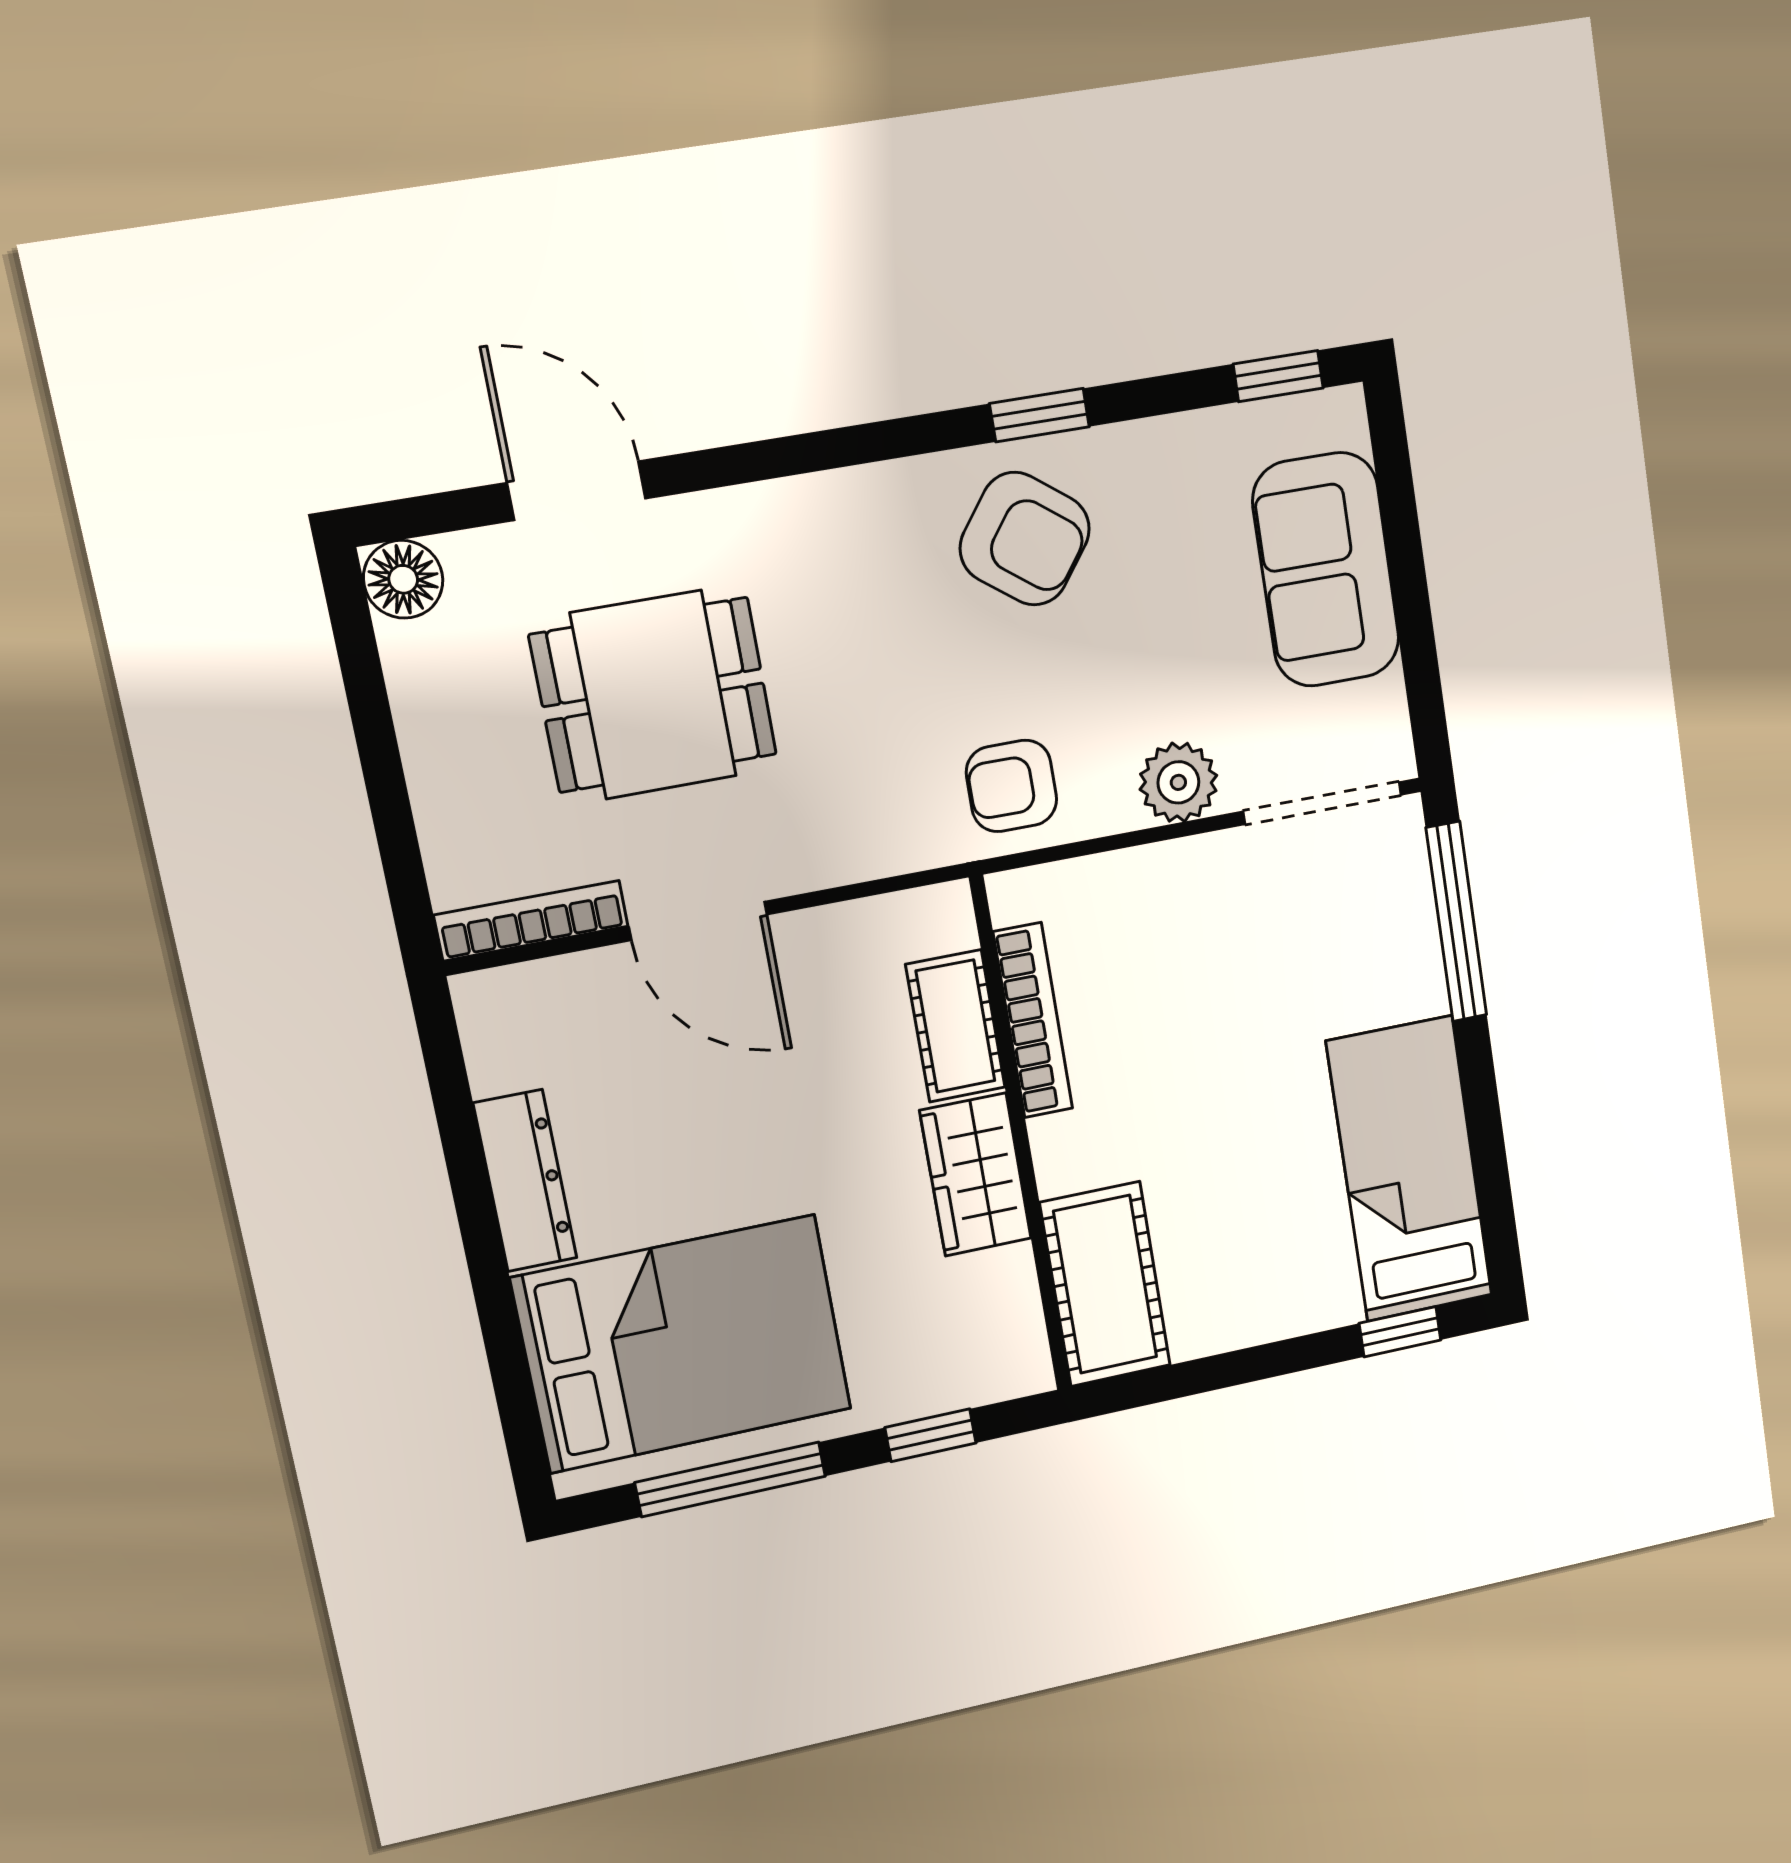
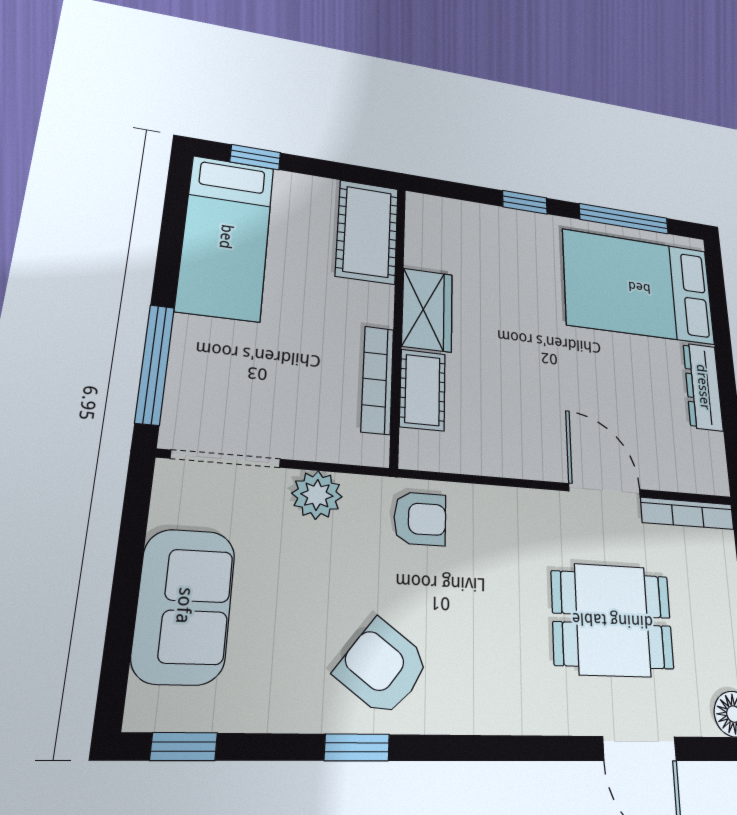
bookcase: (1033, 1020) -> (377, 380), moved
cot: (955, 1026) -> (423, 390), moved
wall: (1021, 1137) -> (398, 321), moved
wardrobe: (976, 1175) -> (427, 310), moved
cot: (1105, 1284) -> (367, 232), moved

